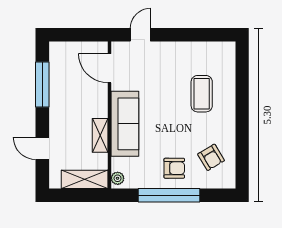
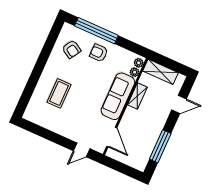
door: (42, 148) -> (179, 104), hinge flipped
armchair: (211, 157) -> (71, 49), turned 153
plant: (117, 164) -> (135, 72), added
window: (169, 195) -> (96, 31), moved

